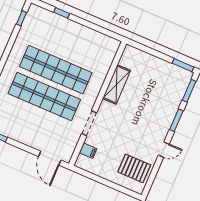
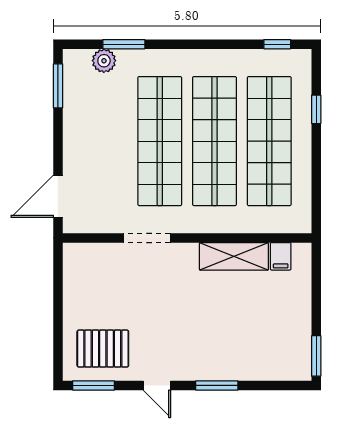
shop shelf: (67, 43) -> (269, 141), added
window: (189, 91) -> (94, 385), moved
filing cabinet: (88, 151) -> (281, 256), moved
pallet: (134, 168) -> (103, 349), turned 90

